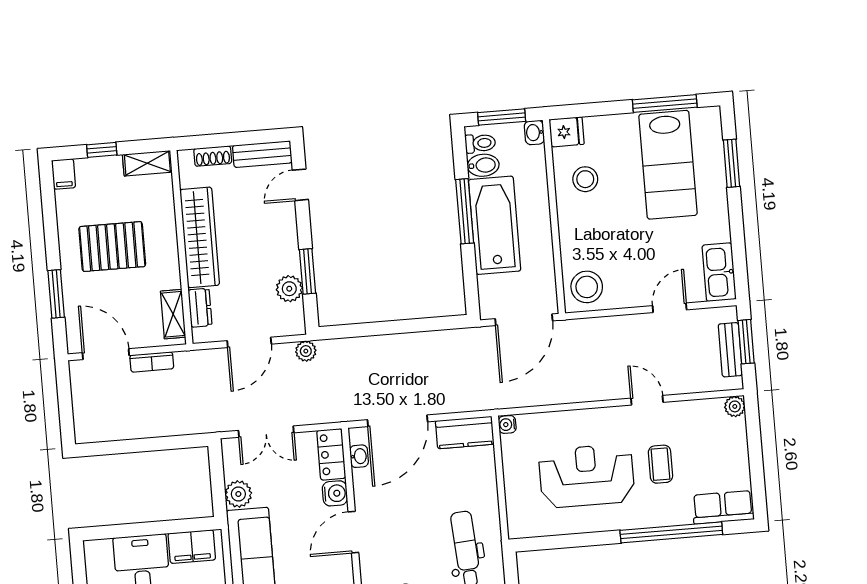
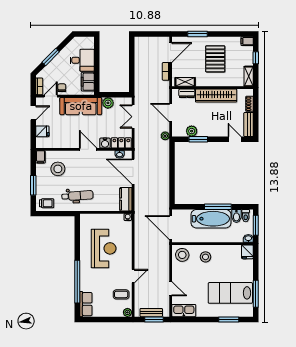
stool: (585, 179) -> (205, 257), moved
coffee table: (660, 464) -> (121, 294), moved

